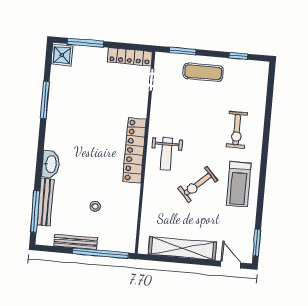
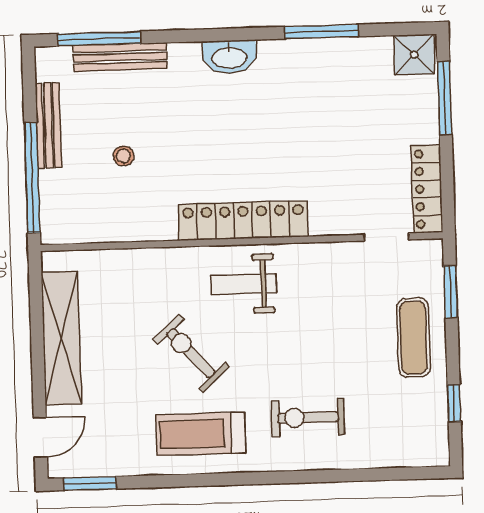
washbasin: (51, 164) -> (229, 57), moved

